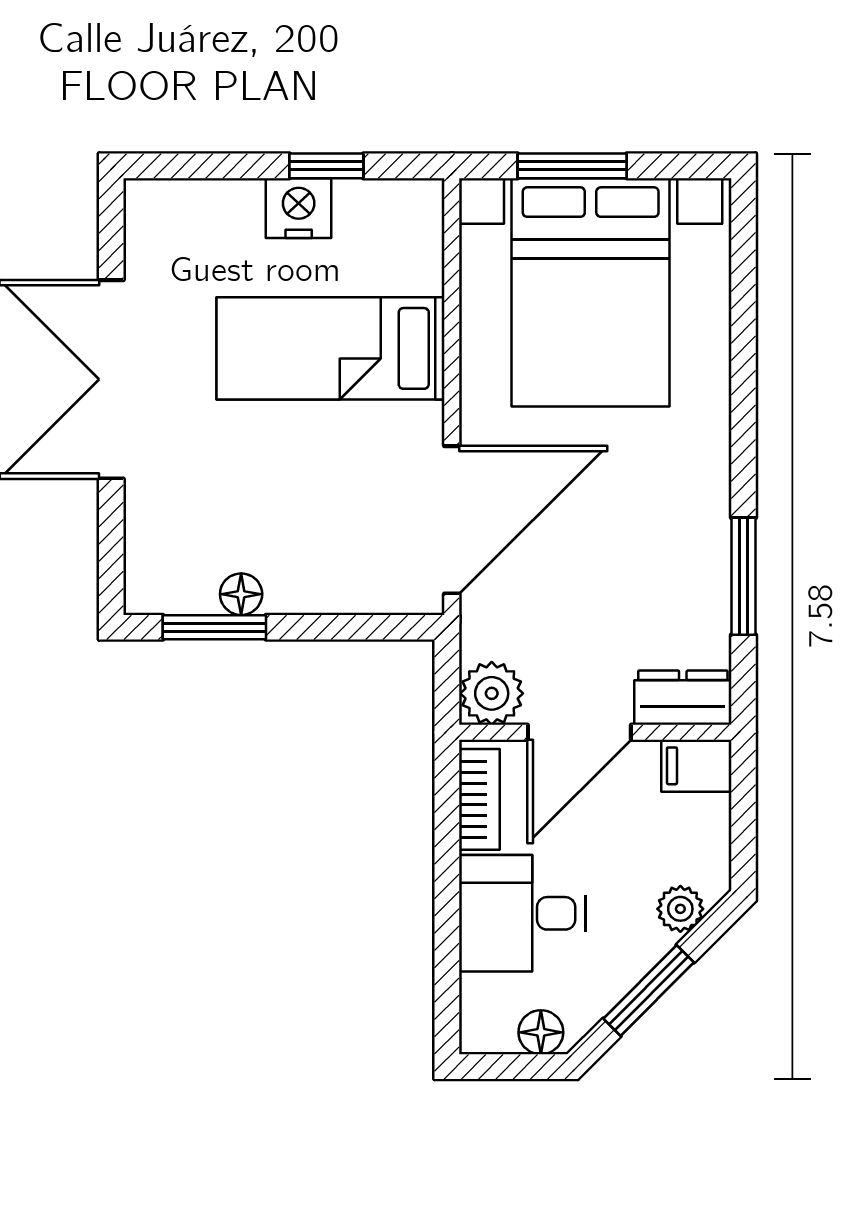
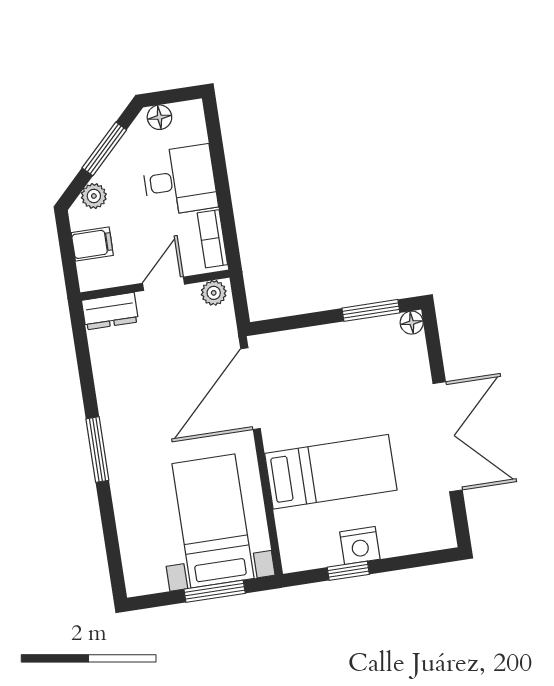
bed with nightstands: (591, 292) -> (213, 521), width x0.73
window: (744, 576) -> (97, 450), moved
floor lamp: (241, 594) -> (412, 323), moved
plant: (492, 693) -> (214, 293), width x0.73, depth x0.73
door: (579, 732) -> (164, 284), width x0.73
filing cabinet: (696, 766) -> (92, 244), moved

